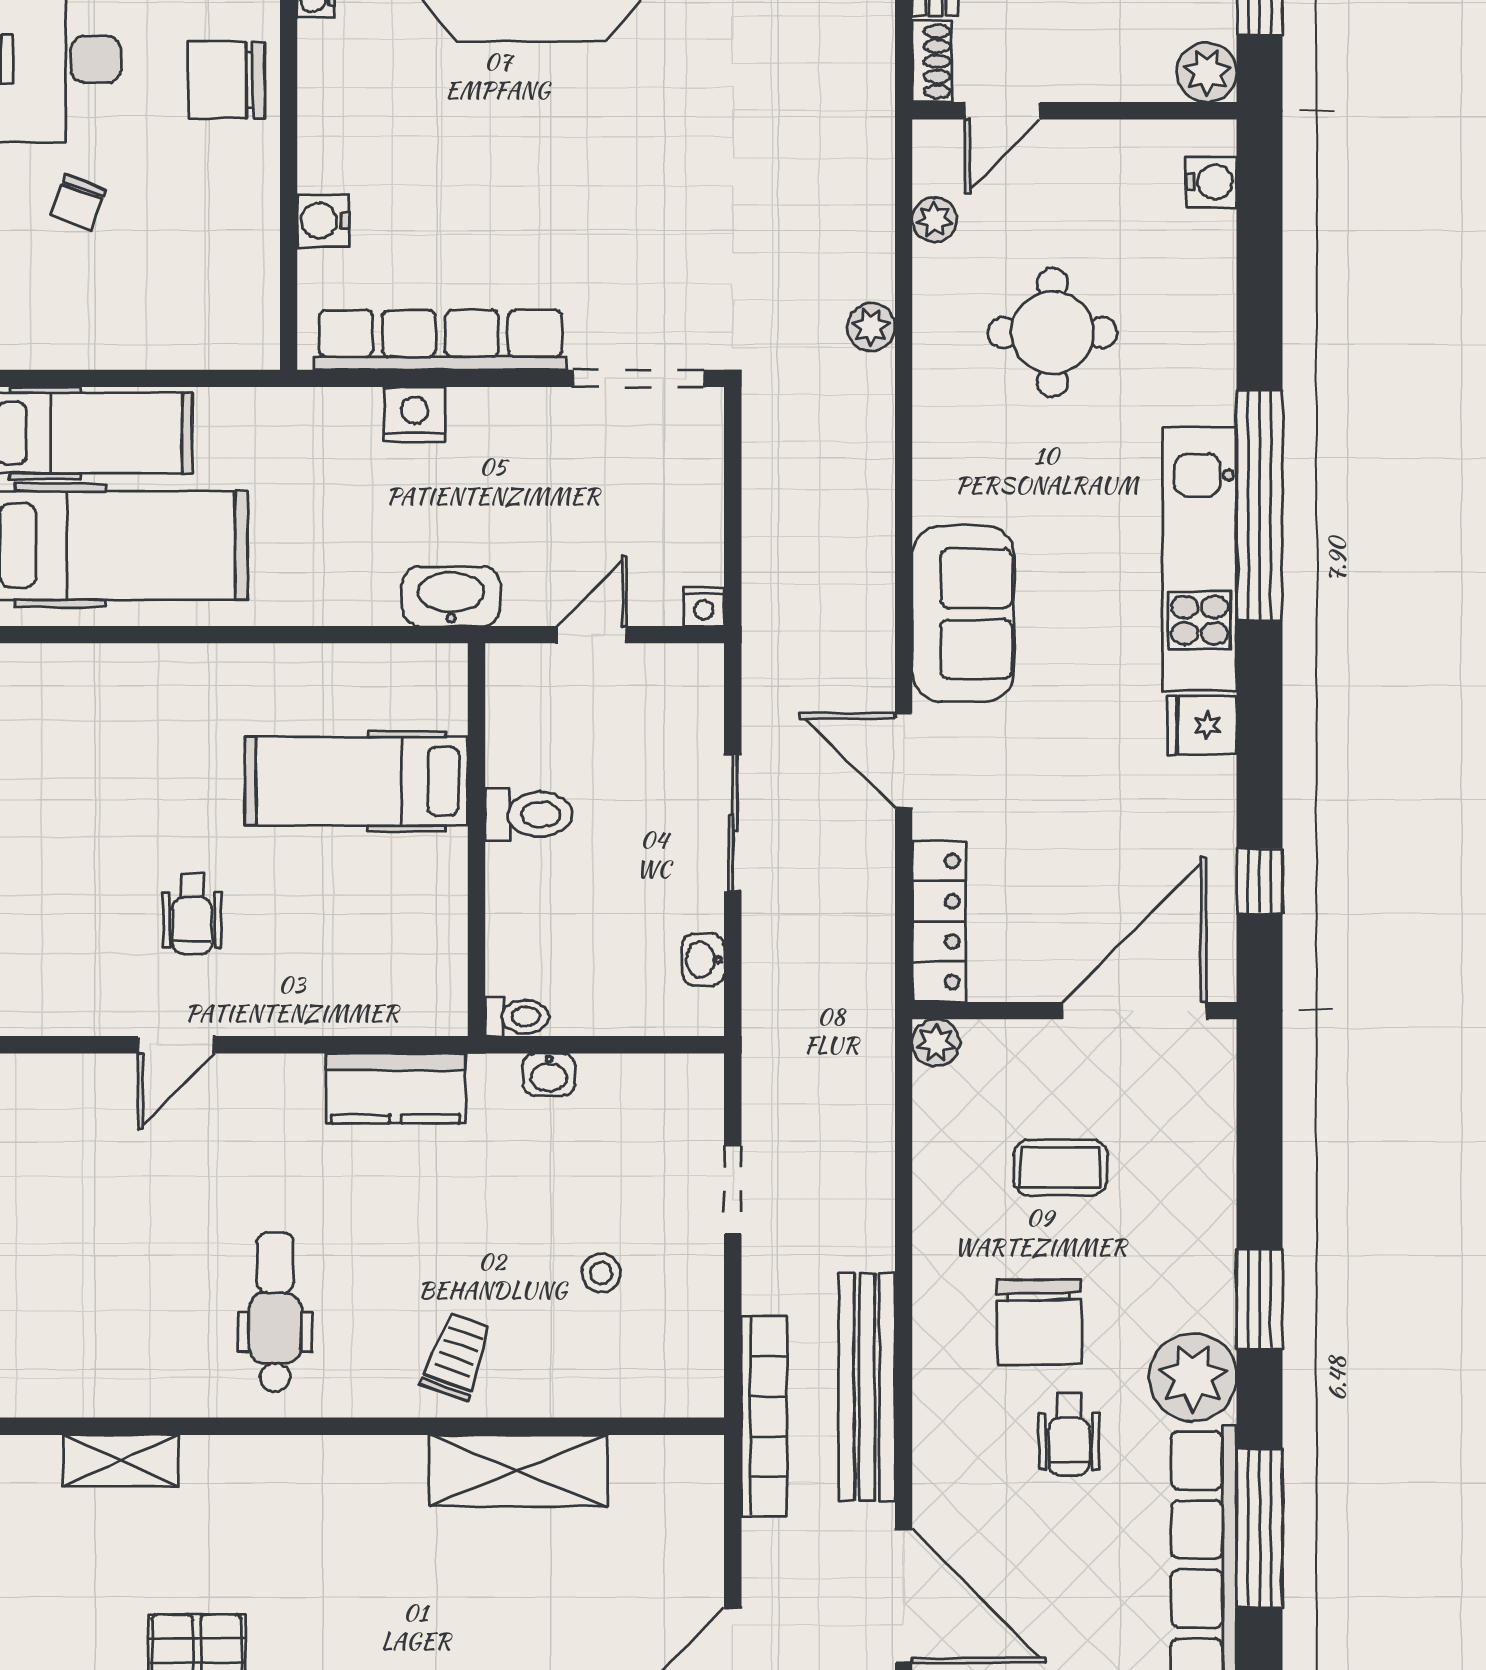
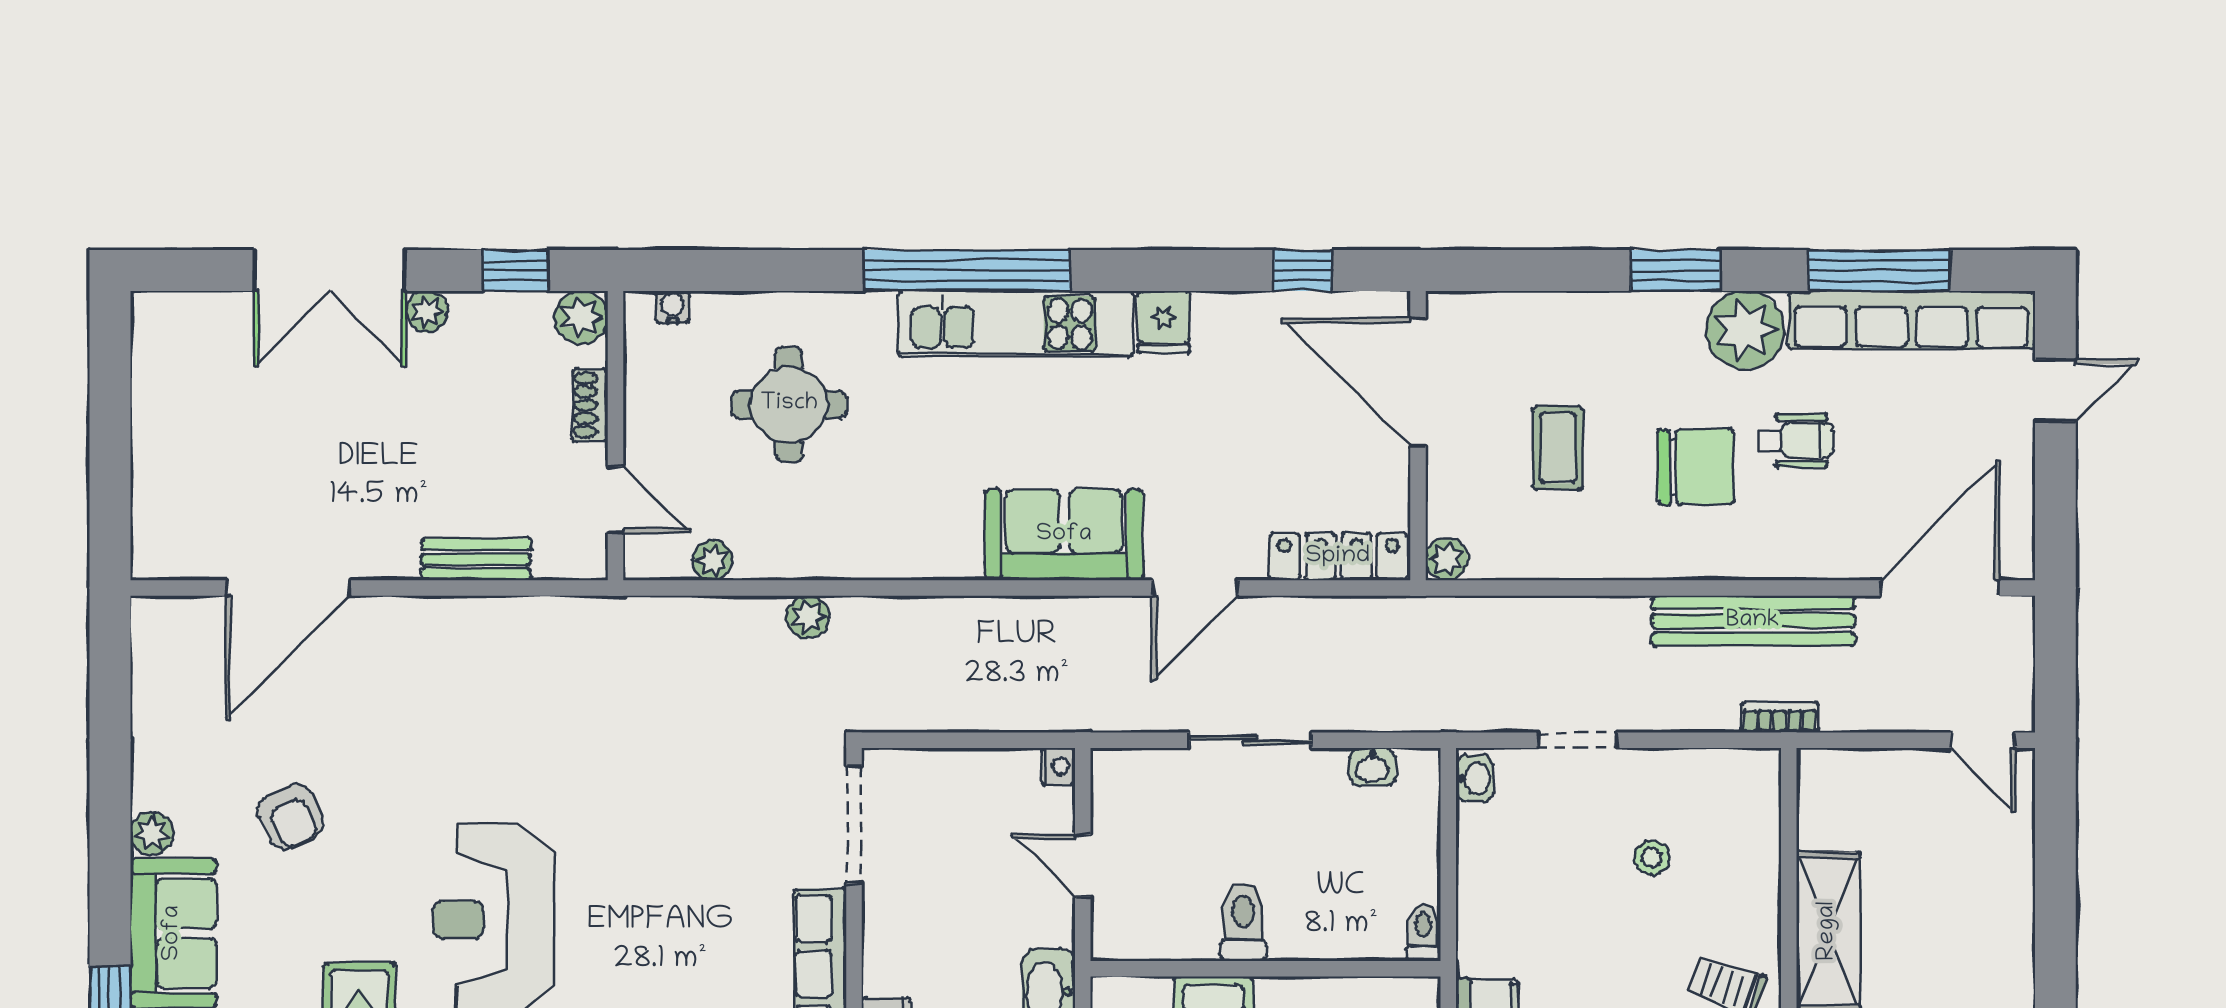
shoe rack: (932, 61) -> (590, 405), moved, turned -90
water cooler: (1211, 182) -> (673, 307), width x0.72, depth x0.72
round table: (1052, 333) -> (789, 404), moved
washbasin: (549, 1074) -> (1475, 779), moved
bookcase: (764, 1416) -> (1780, 717), width x0.43, depth x0.76

